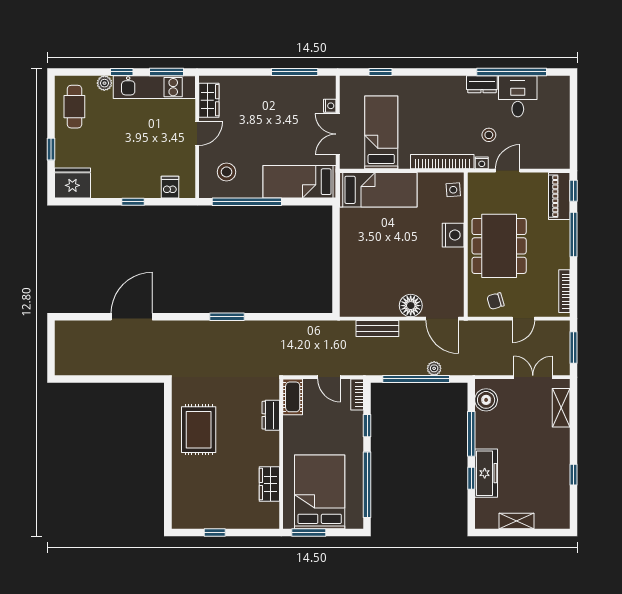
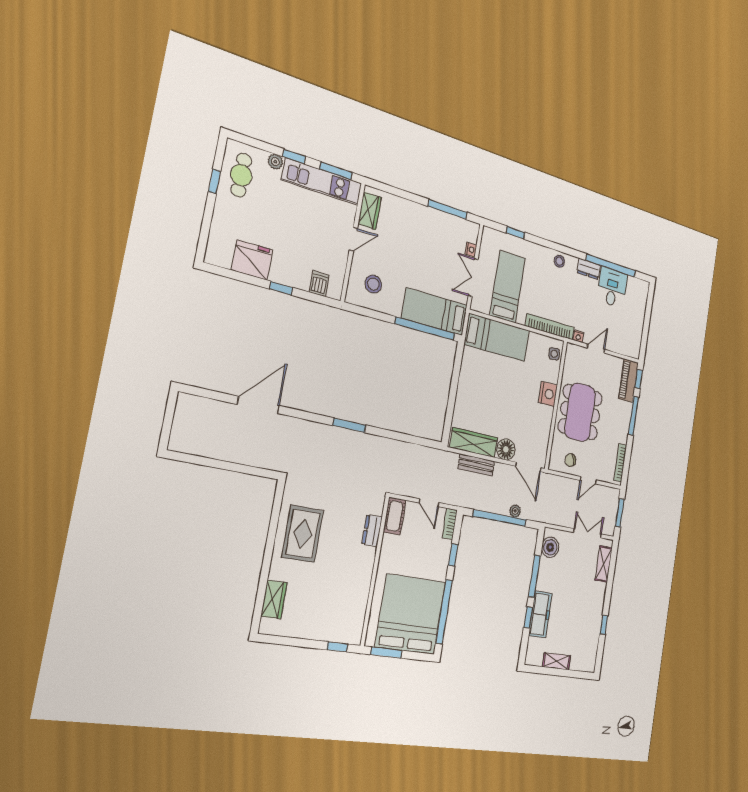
stool: (489, 135) -> (559, 261), moved
window: (51, 149) -> (215, 181), moved
fridge: (72, 183) -> (252, 260), moved
window: (247, 202) -> (425, 329), moved
wardrobe: (370, 306) -> (474, 443), added
wardrobe: (269, 484) -> (274, 599), moved, turned 180
bed: (320, 492) -> (410, 614), width x1.36
window: (215, 532) -> (337, 647), moved

